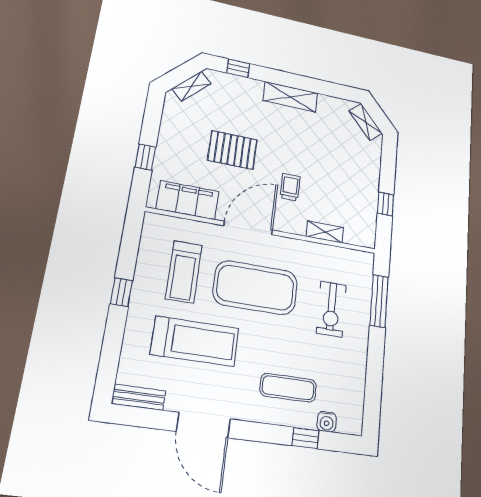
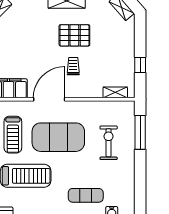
pallet: (232, 150) -> (74, 35), moved
shelving: (325, 232) -> (115, 92), moved
exercise bike: (331, 309) -> (109, 143), turned 180

